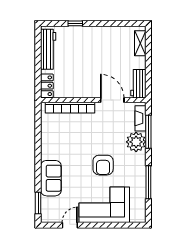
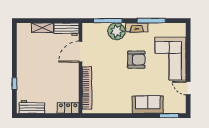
shelving: (140, 43) -> (42, 28), moved
workbench: (48, 49) -> (32, 107), width x0.73
fireplace: (140, 118) -> (137, 27), moved

